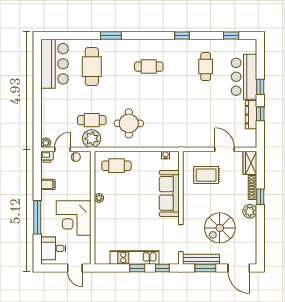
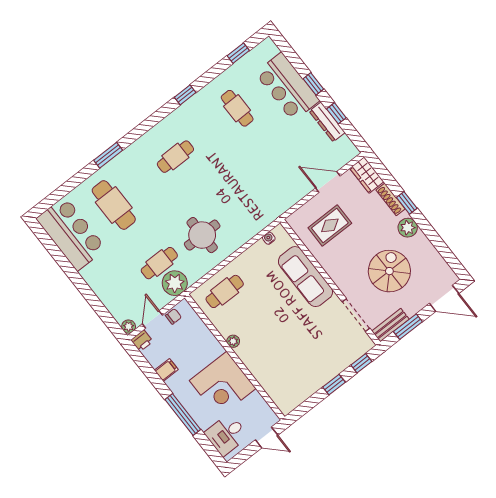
spiral stairs: (220, 228) -> (389, 271), turned 180
kitchen unit: (134, 258) -> (322, 376), removed
bench: (201, 259) -> (390, 325), width x0.73

